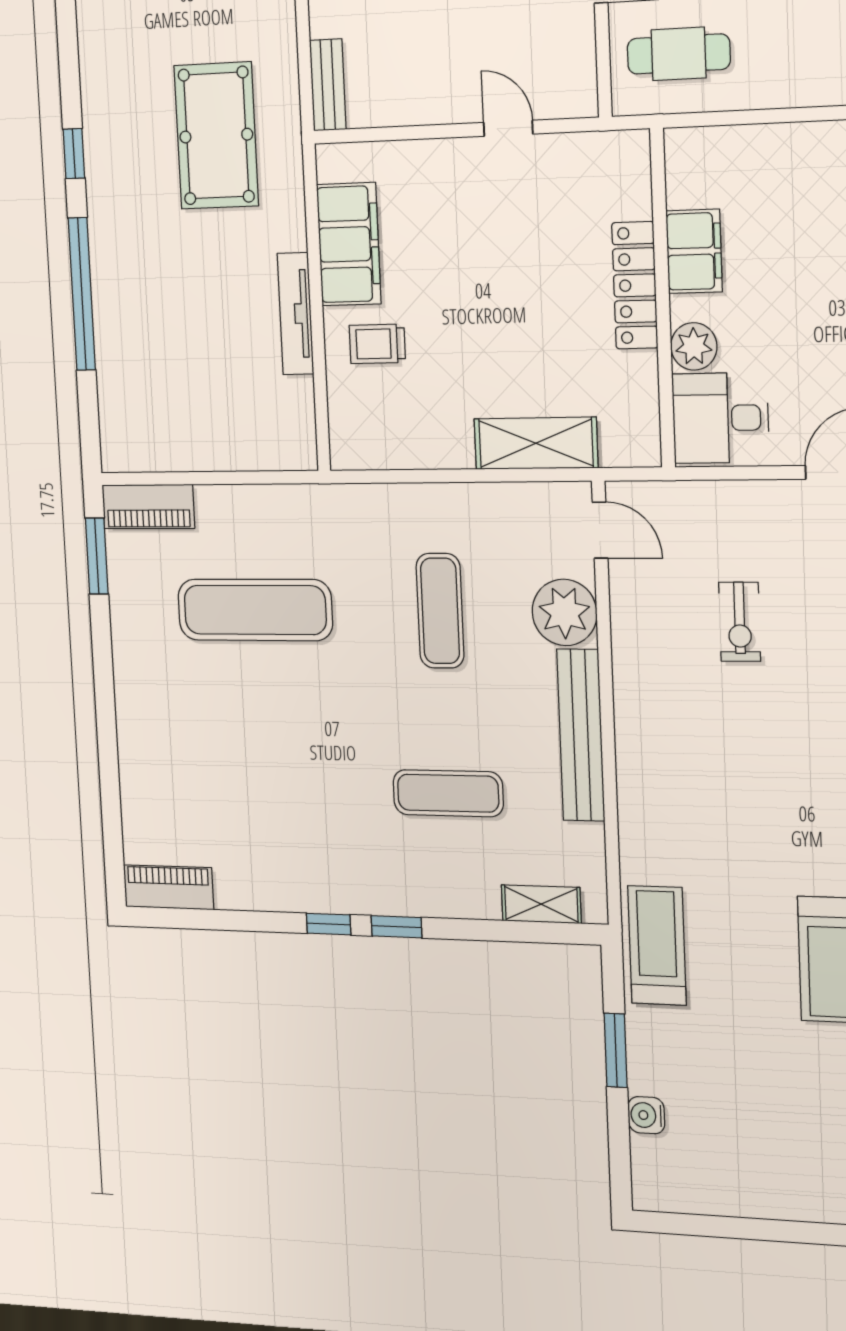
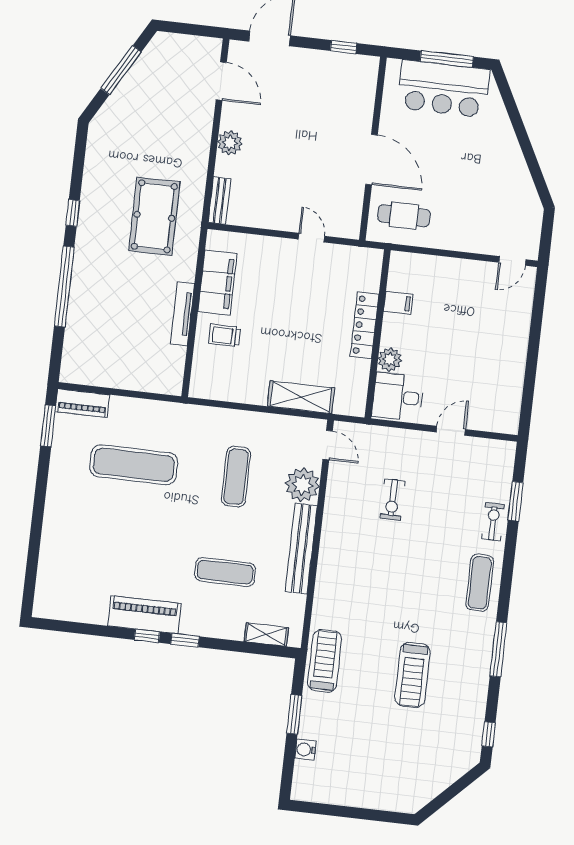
filing cabinet: (694, 251) -> (398, 303), width x0.50
piano: (168, 887) -> (144, 615), moved, width x1.37, depth x1.33

